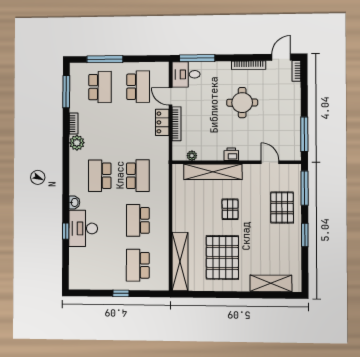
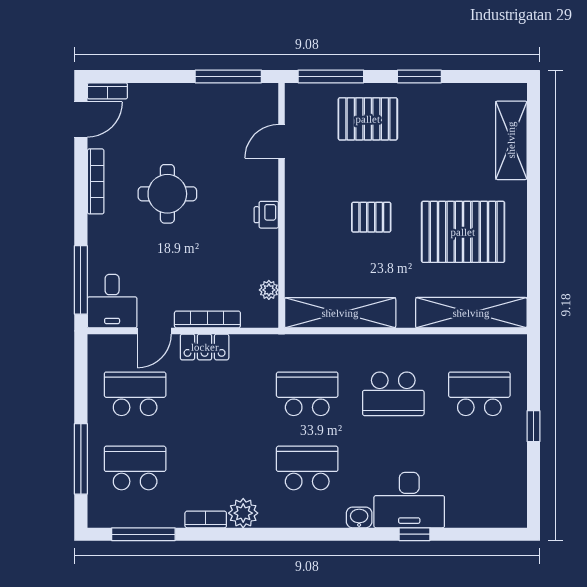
door: (281, 57) -> (81, 120), swing flipped
shelving: (213, 172) -> (340, 313), moved, turned 90
school desk: (100, 176) -> (307, 468), turned 180
school desk: (138, 265) -> (479, 394), turned 180

